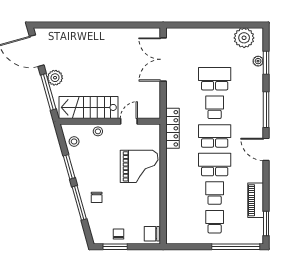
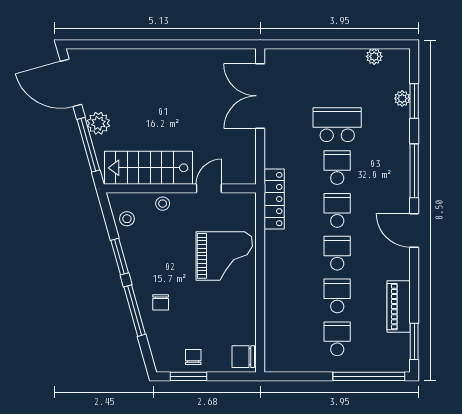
plant: (244, 38) -> (374, 56), width x0.53, depth x0.53
school desk: (215, 136) -> (337, 210), width x0.54
school desk: (215, 165) -> (337, 253), width x0.54

